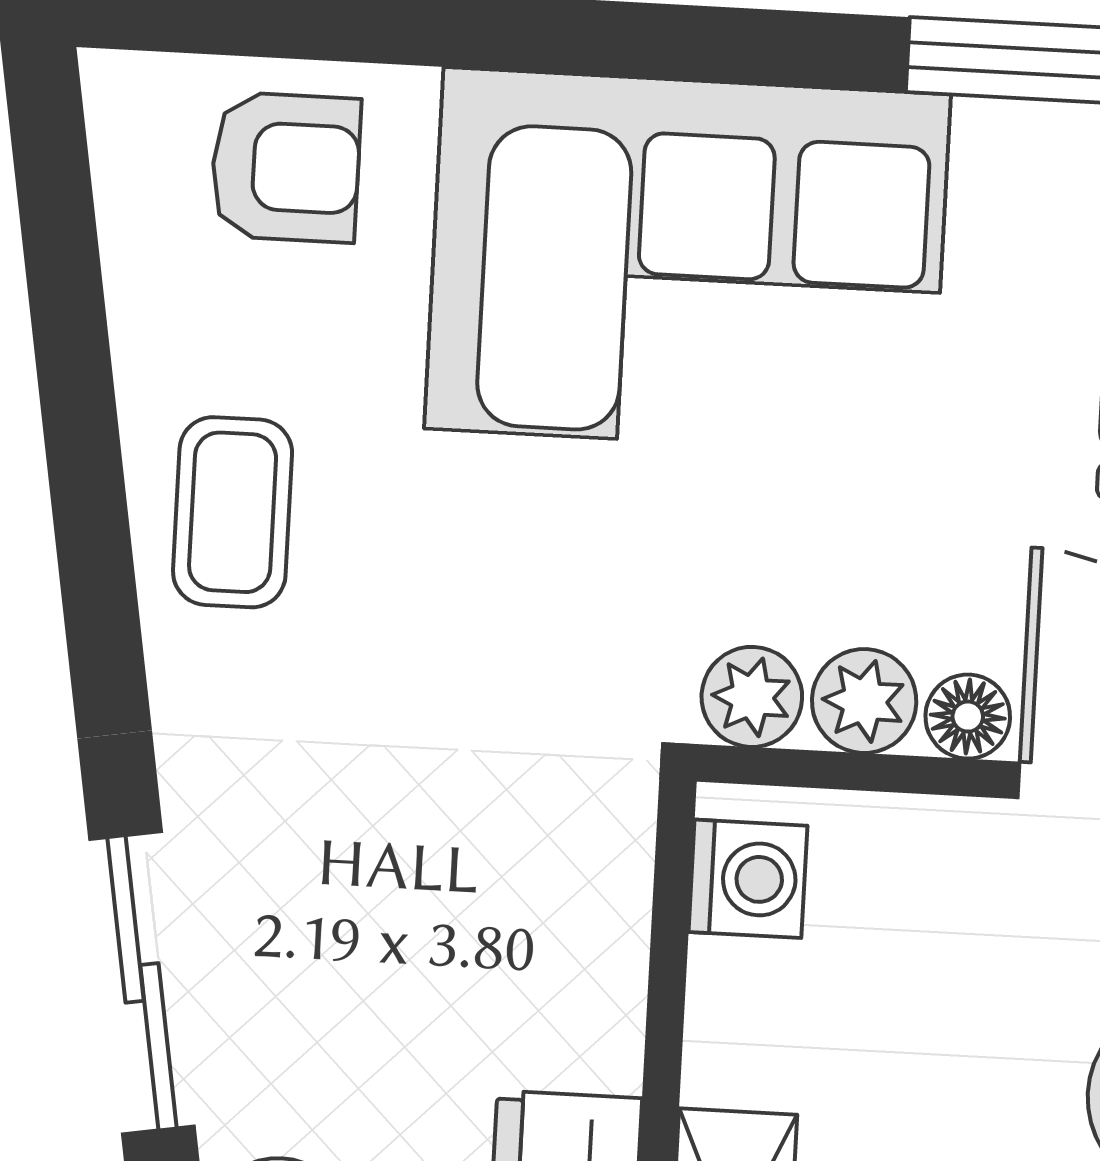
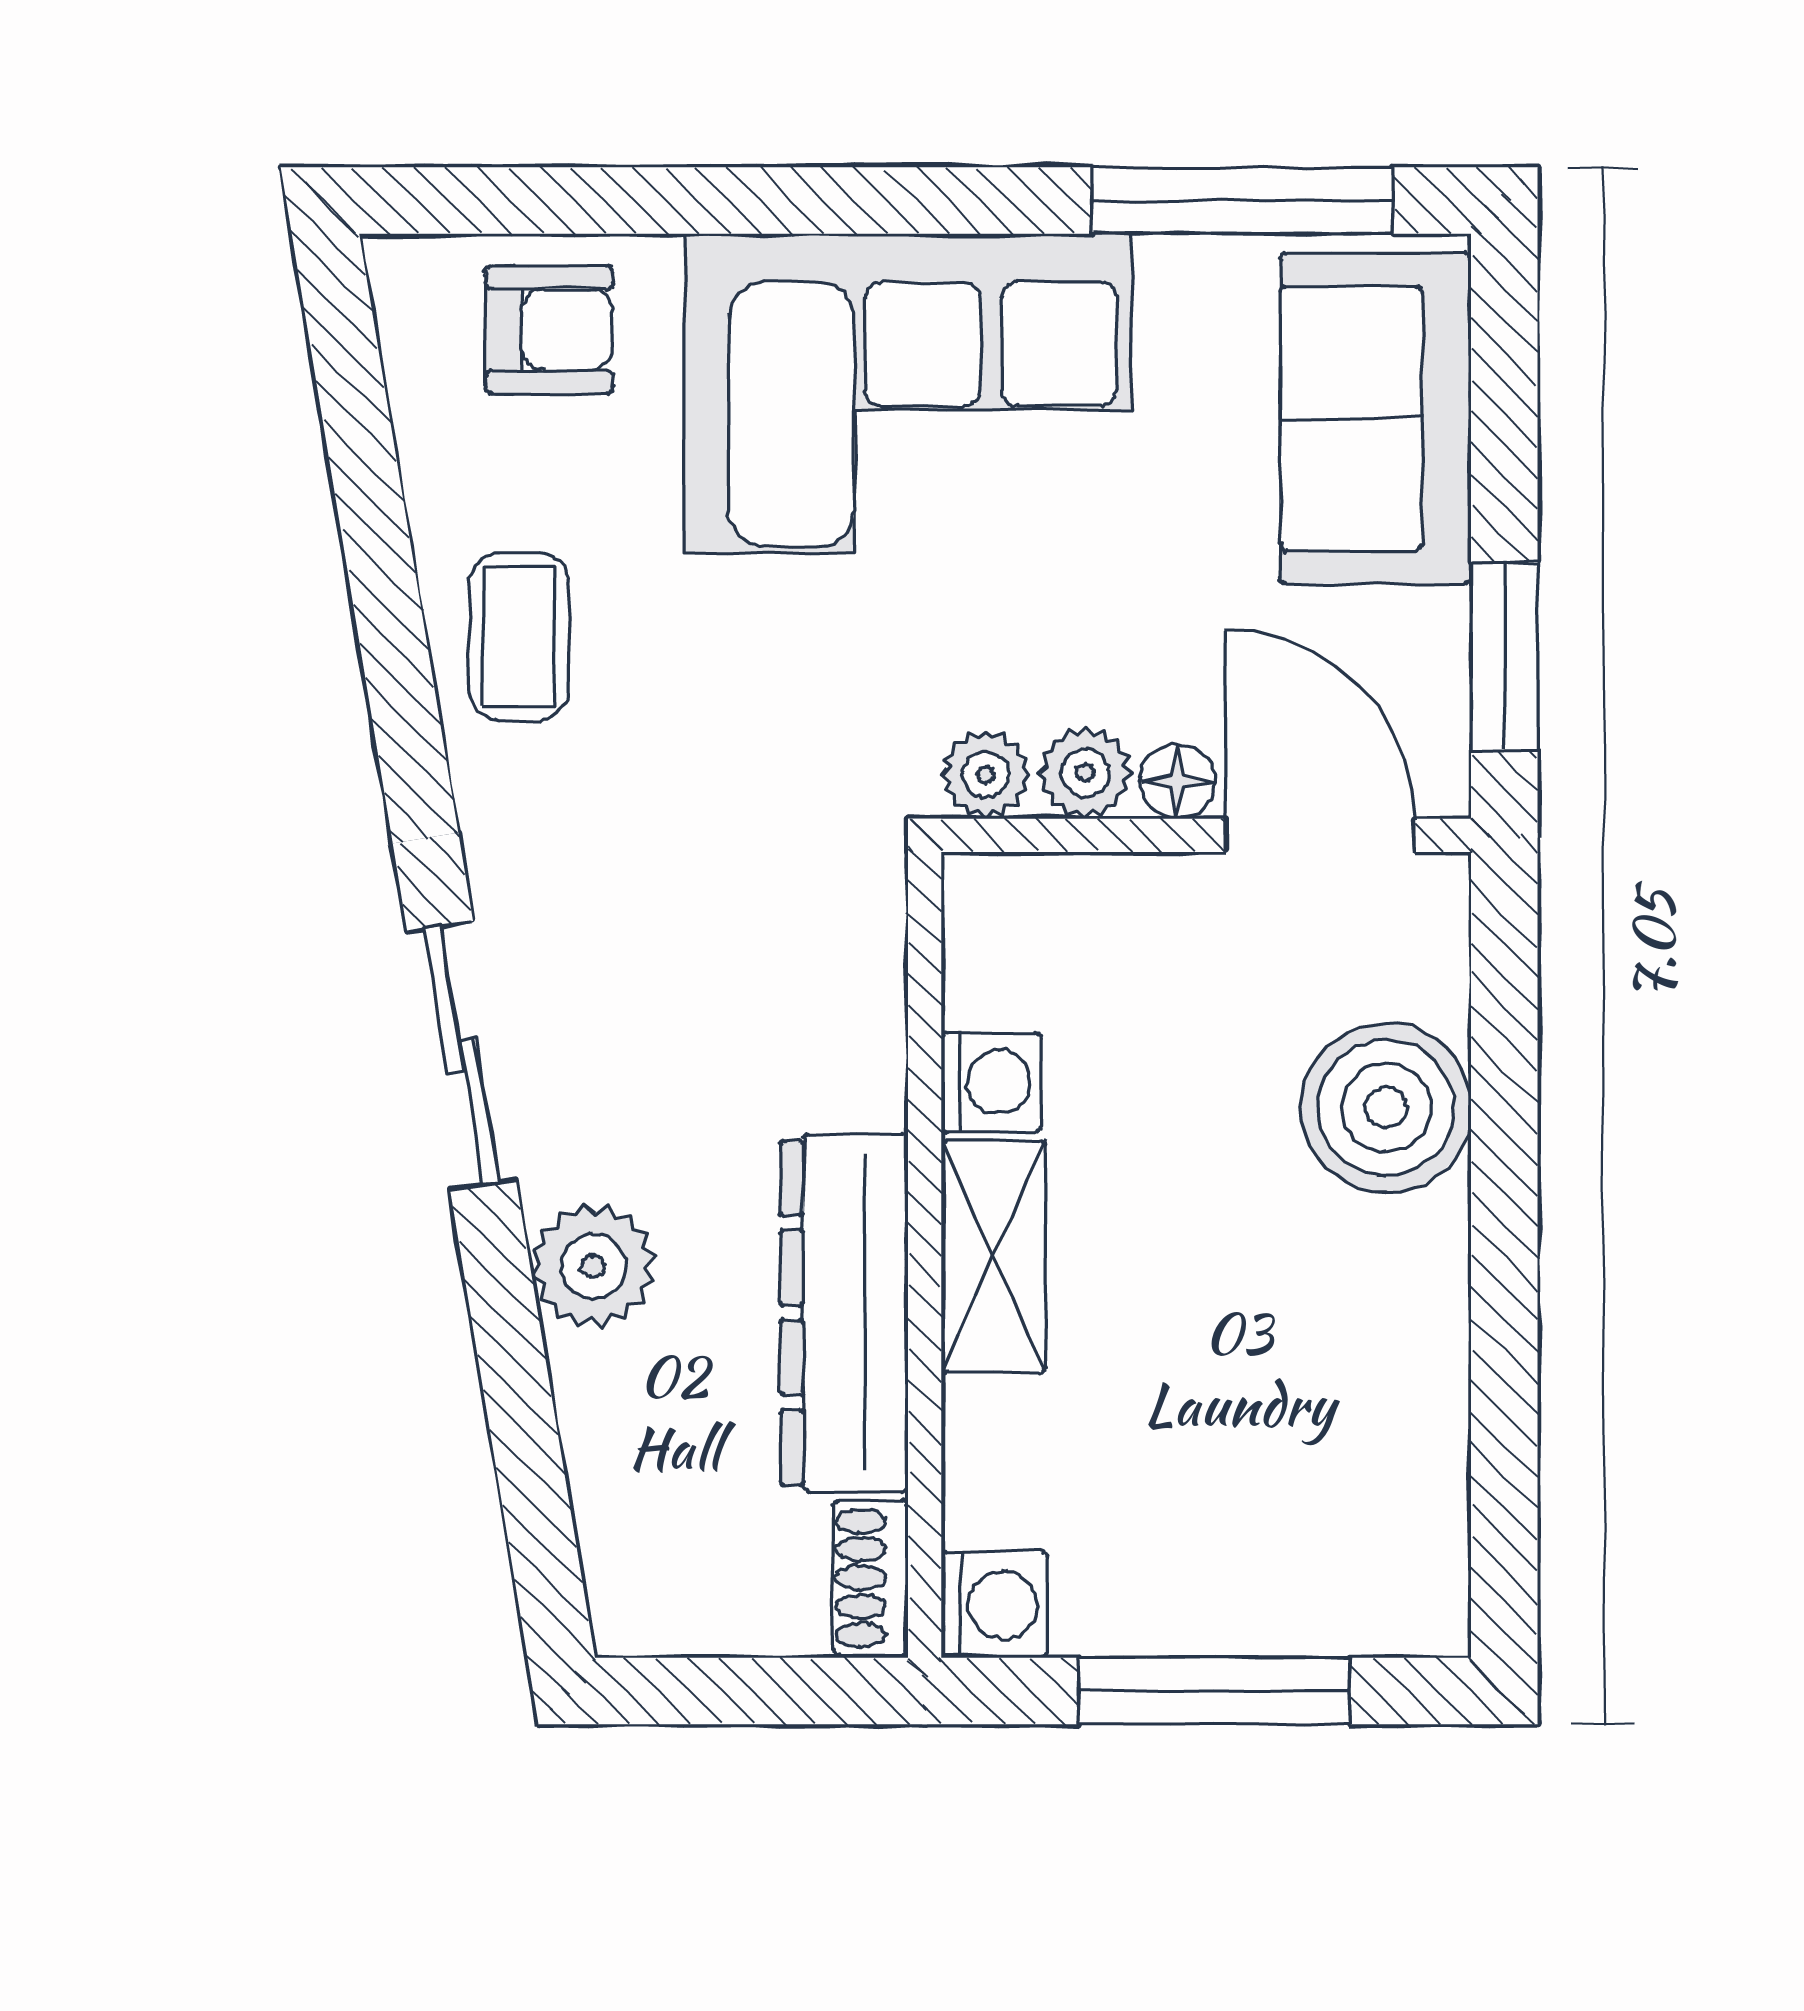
washing machine: (748, 879) -> (991, 1082), moved

